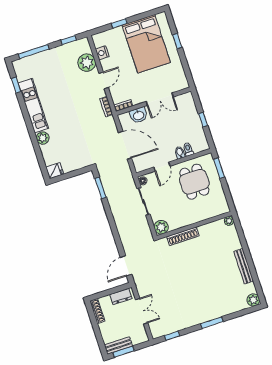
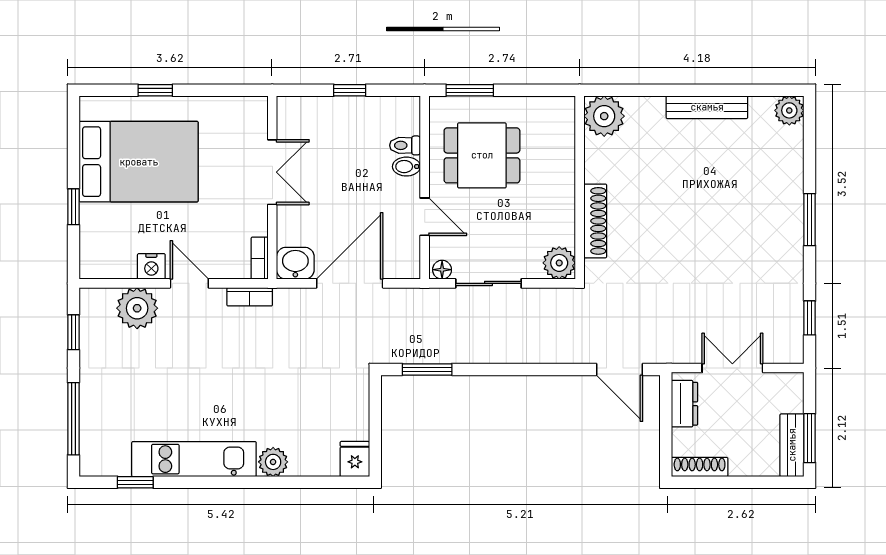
nightstand: (102, 53) -> (151, 266), moved
washbasin: (139, 115) -> (295, 263), moved, turned -90
plant: (229, 221) -> (604, 116), width x1.88, depth x1.88

